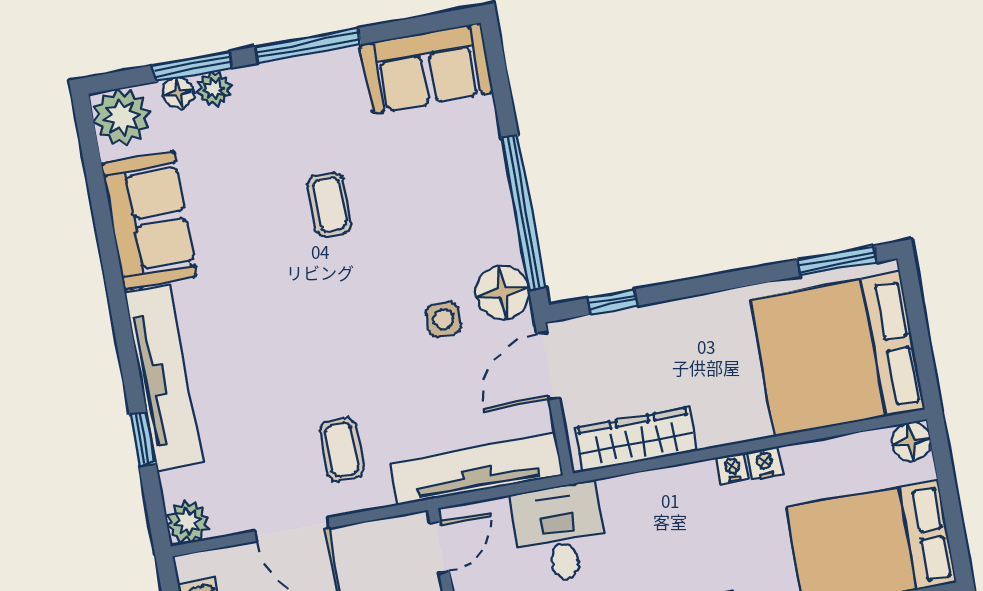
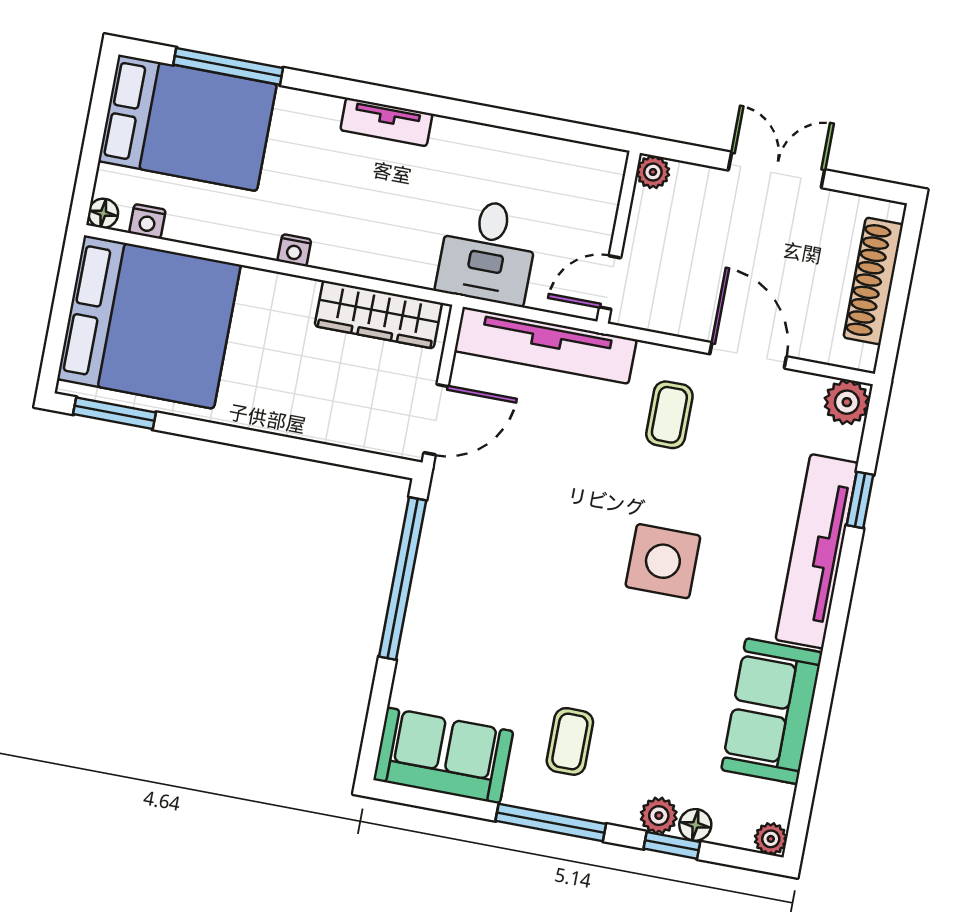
window: (192, 67) -> (672, 845), width x0.67
plant: (122, 117) -> (771, 839), width x0.53, depth x0.53
coffee table: (329, 205) -> (570, 741), moved
floor lamp: (502, 292) -> (453, 508), removed
window: (612, 302) -> (349, 458), removed
side table: (443, 319) -> (663, 561), moved, width x1.87, depth x1.87
floor lamp: (911, 442) -> (103, 213), width x0.73, depth x0.73
nightstand: (765, 463) -> (147, 221), moved

